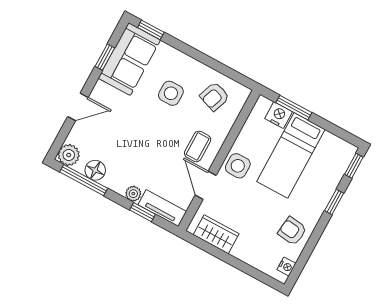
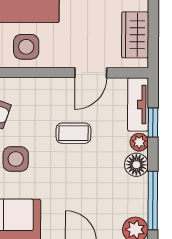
coffee table: (198, 146) -> (73, 133), moved
side table: (238, 166) -> (26, 47), moved
floor lamp: (95, 170) -> (136, 165), moved

